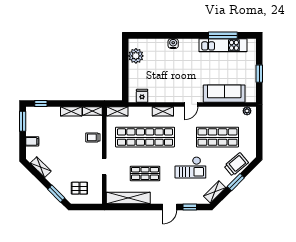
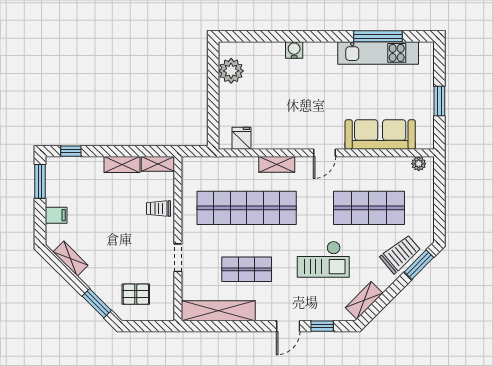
shelving: (117, 111) -> (200, 164), removed
window: (236, 182) -> (419, 265), moved

